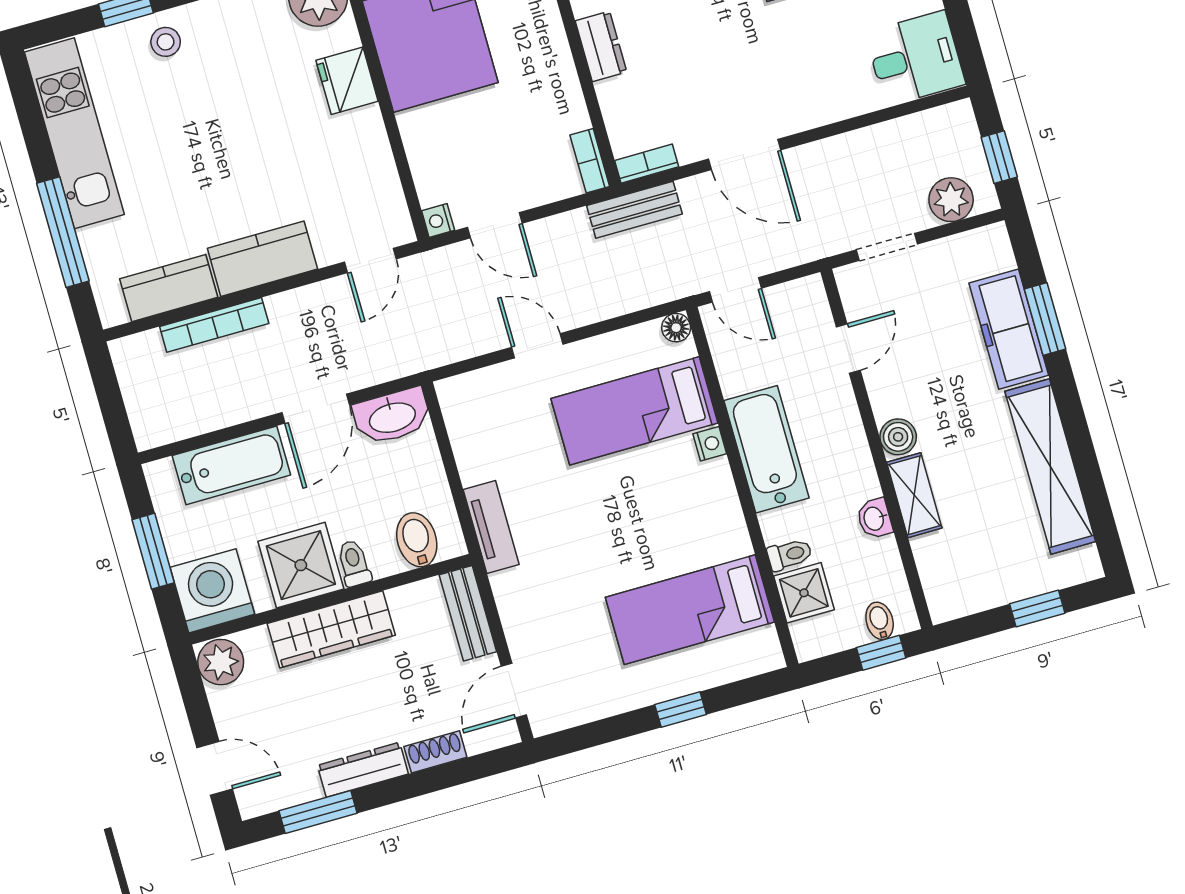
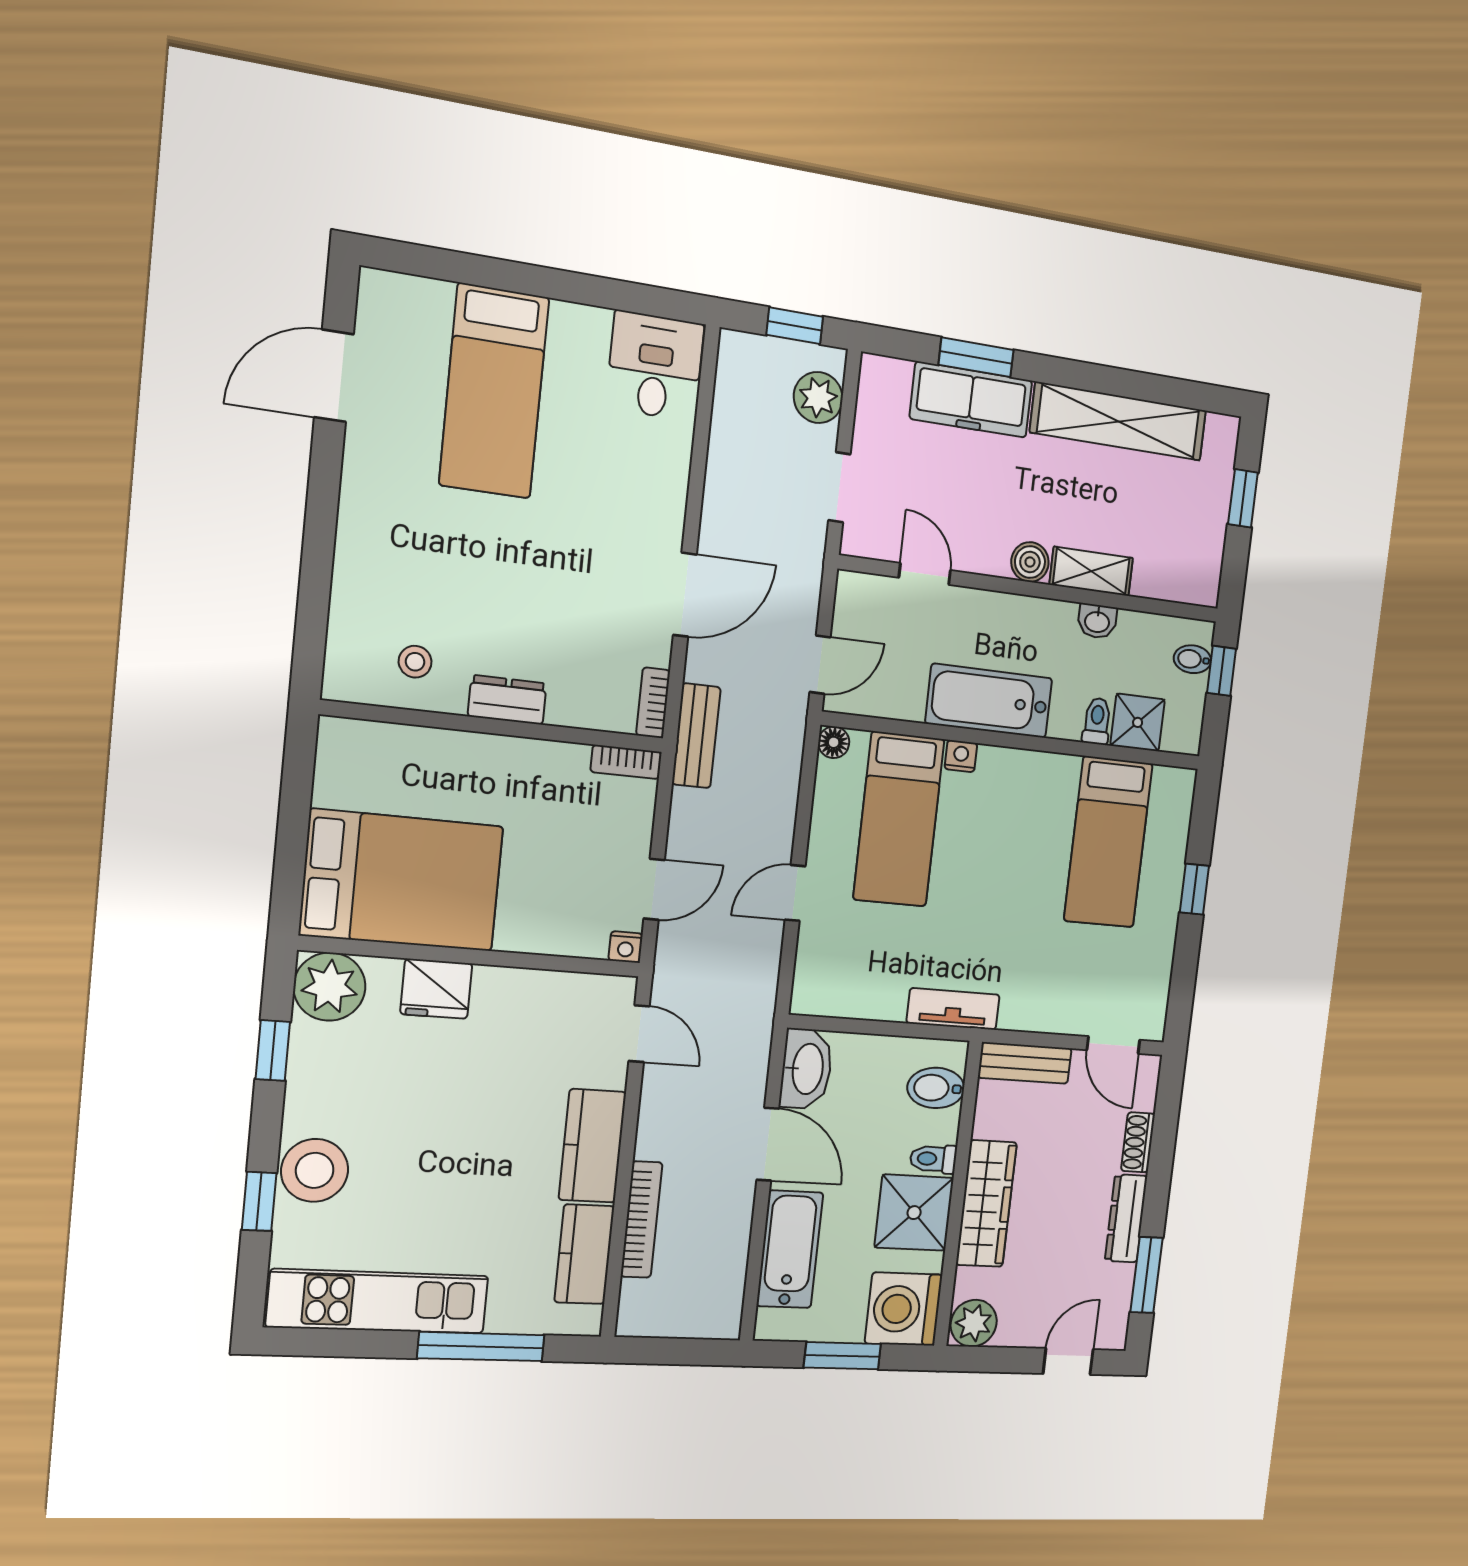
stool: (166, 42) -> (315, 1170), width x1.89, depth x1.89

